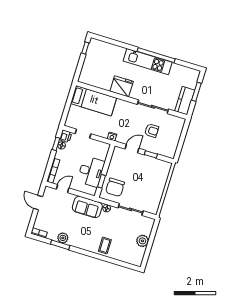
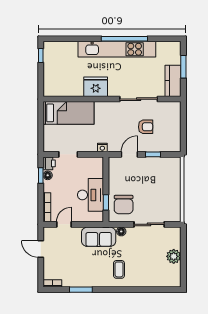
kitchen unit: (148, 62) -> (117, 49), width x1.36
plant: (63, 238) -> (81, 281), removed
coffee table: (105, 246) -> (119, 269), moved

